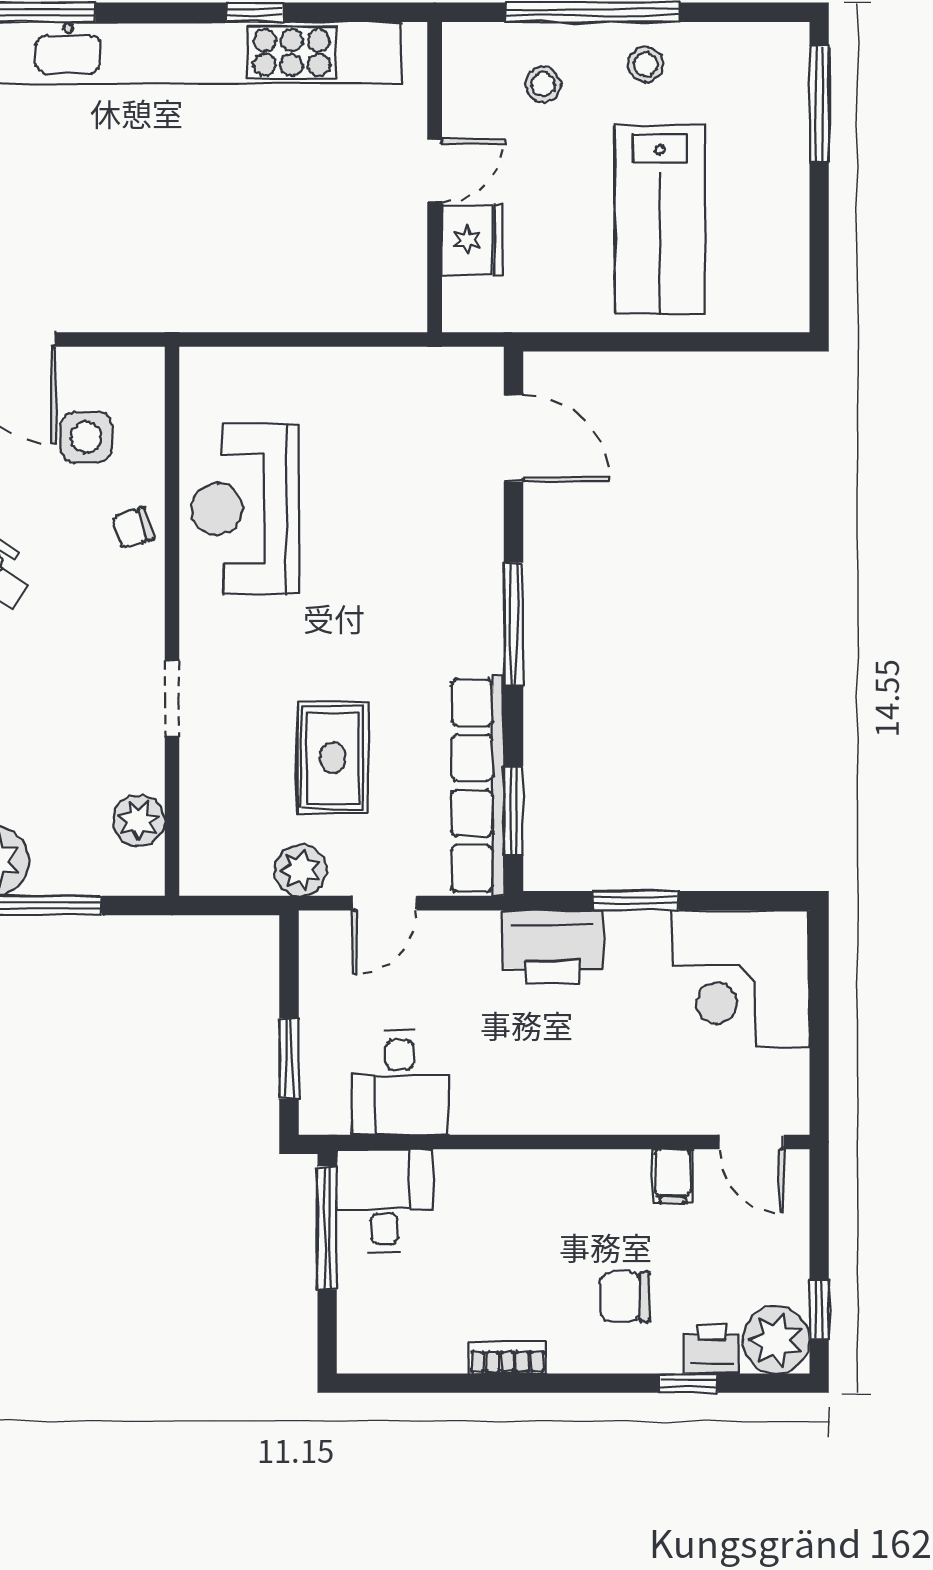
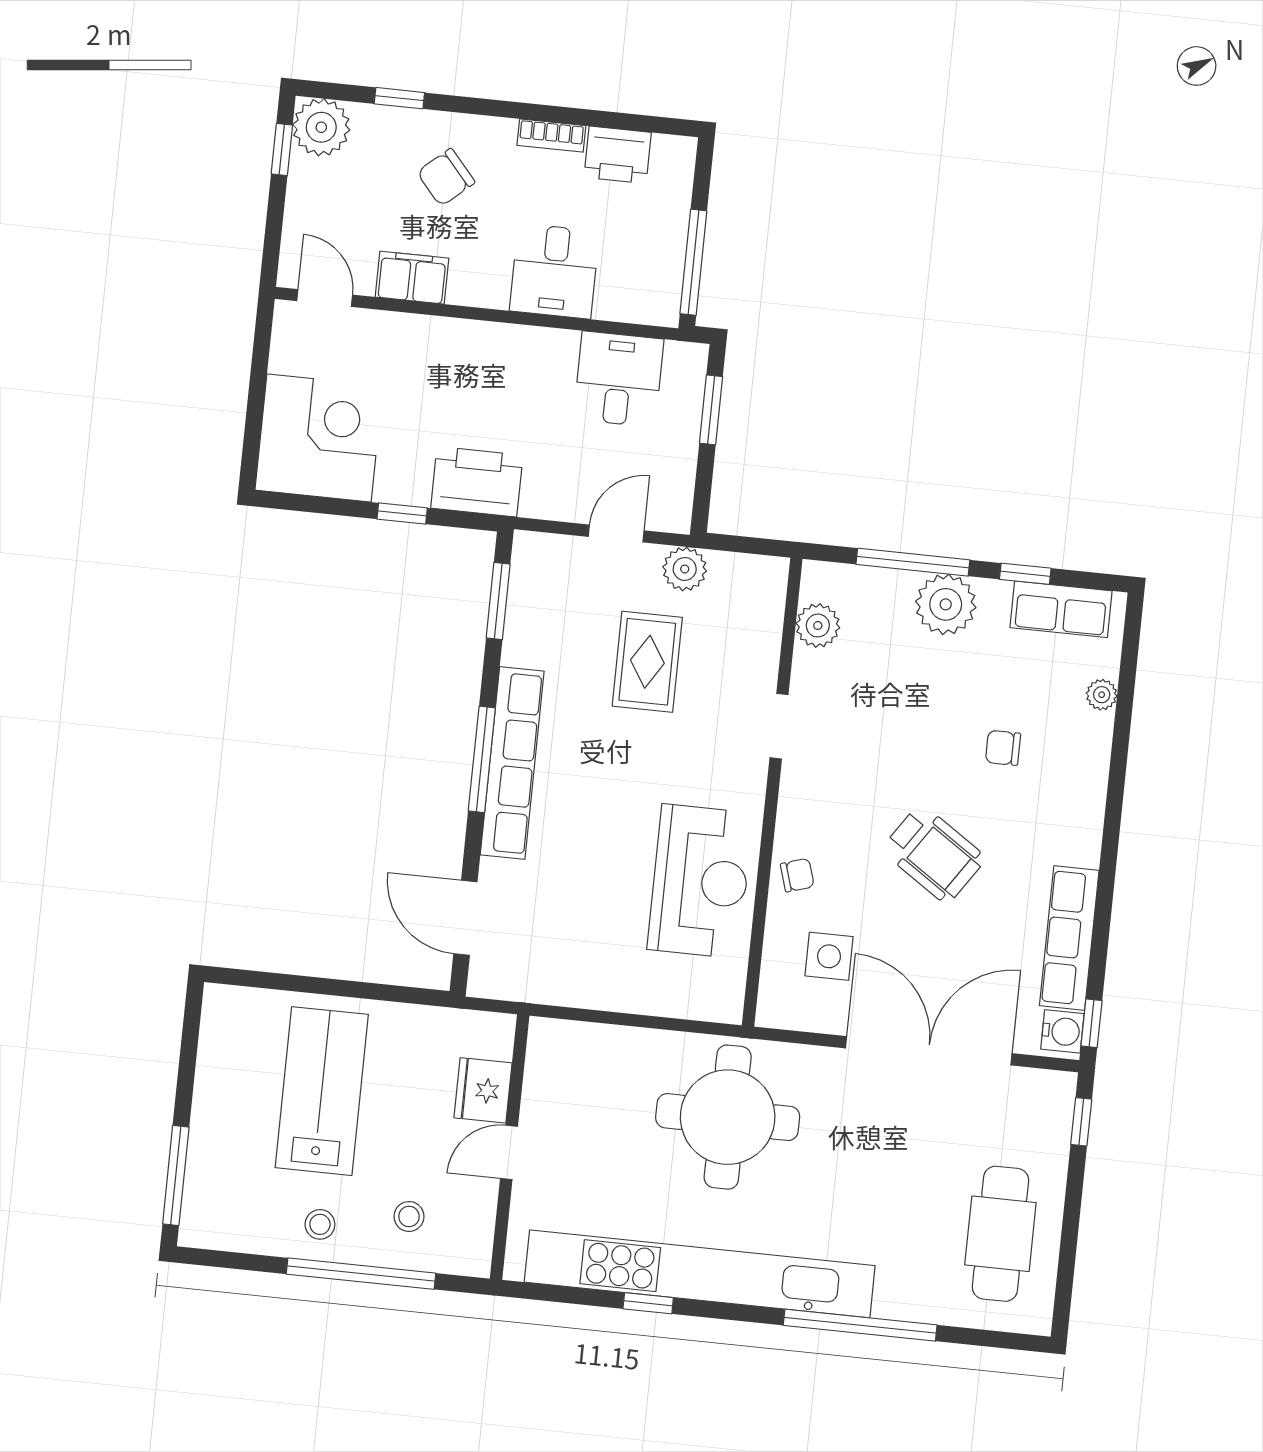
round table: (185, 238) -> (728, 1117), added
row of seats: (478, 785) -> (512, 763), moved
window: (636, 901) -> (402, 513), width x0.67
filing cabinet: (673, 1176) -> (412, 278), width x2.00
desk: (385, 1201) -> (554, 271), moved
chair: (625, 1297) -> (446, 177), turned 139
printer: (712, 1349) -> (618, 155), moved, width x1.36, depth x1.24

